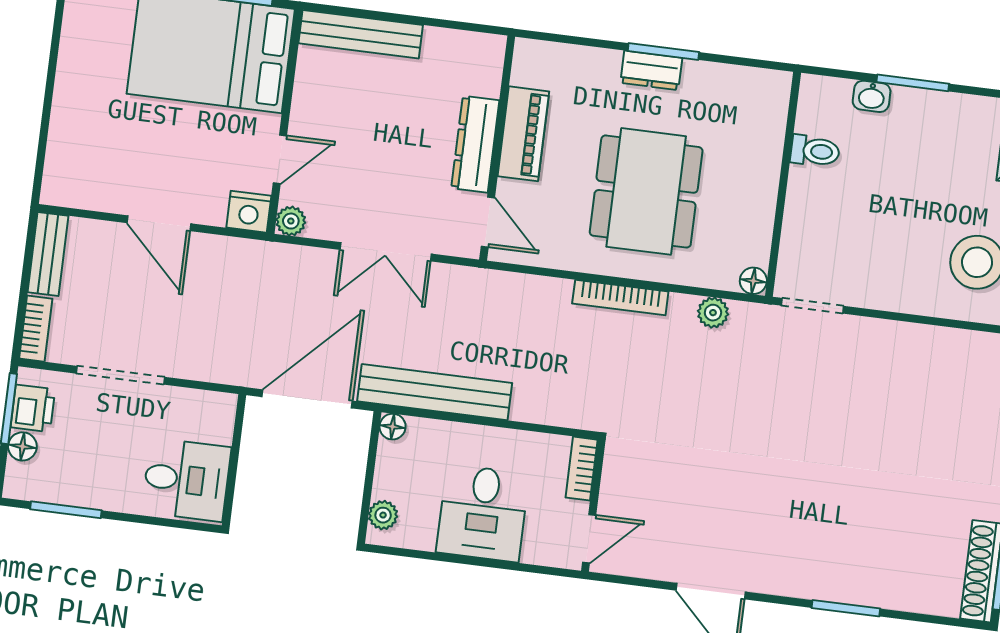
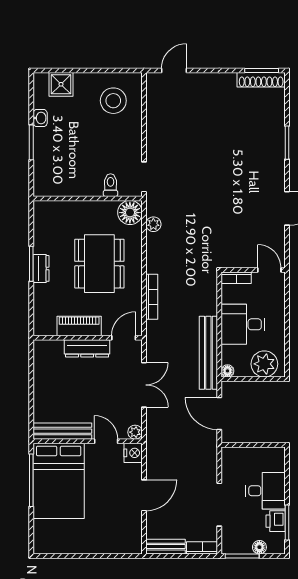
bench: (361, 34) -> (62, 431), moved, turned 90
washbasin: (872, 96) -> (40, 118), moved
toilet: (815, 151) -> (111, 185), moved
dining table: (646, 191) -> (99, 264), turned 90
floor lamp: (753, 281) -> (130, 213), width x1.89, depth x1.89
bookcase: (620, 297) -> (152, 297), moved
door: (307, 399) -> (219, 414), width x0.73
printer: (33, 408) -> (276, 521), moved, turned -90
desk: (186, 480) -> (265, 491), moved, turned 90
desk: (483, 513) -> (243, 324), moved, turned 180
plant: (383, 515) -> (264, 364), width x1.88, depth x1.88

